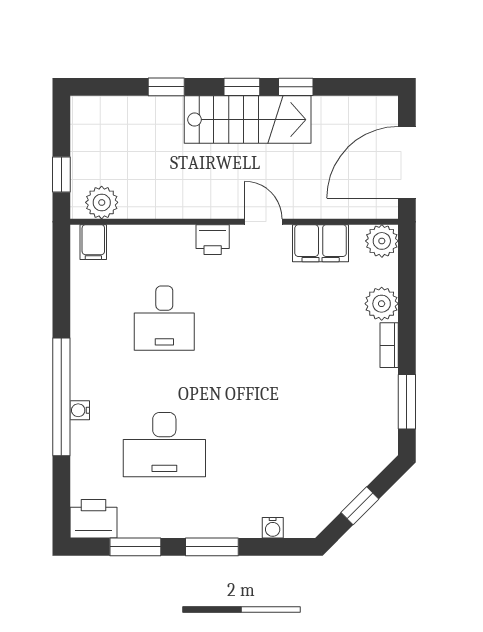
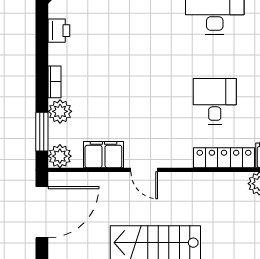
locker: (151, 239) -> (224, 158), added
printer: (213, 240) -> (59, 31), moved, turned 90
window: (407, 402) -> (42, 132), moved

